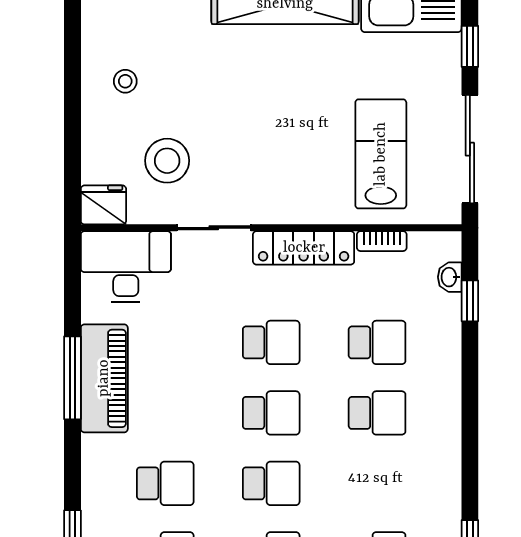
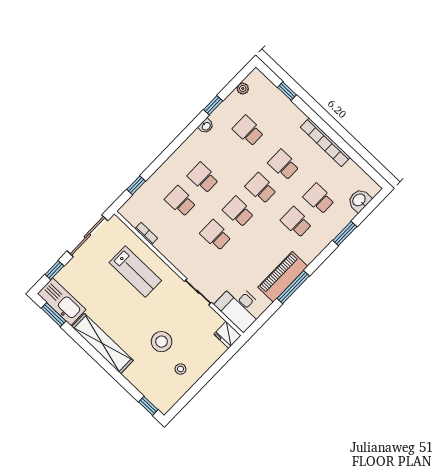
lab bench: (381, 154) -> (135, 272), moved, turned -90
stool: (167, 161) -> (162, 342), moved
locker: (304, 248) -> (175, 256), removed
washbasin: (450, 277) -> (206, 126), moved

